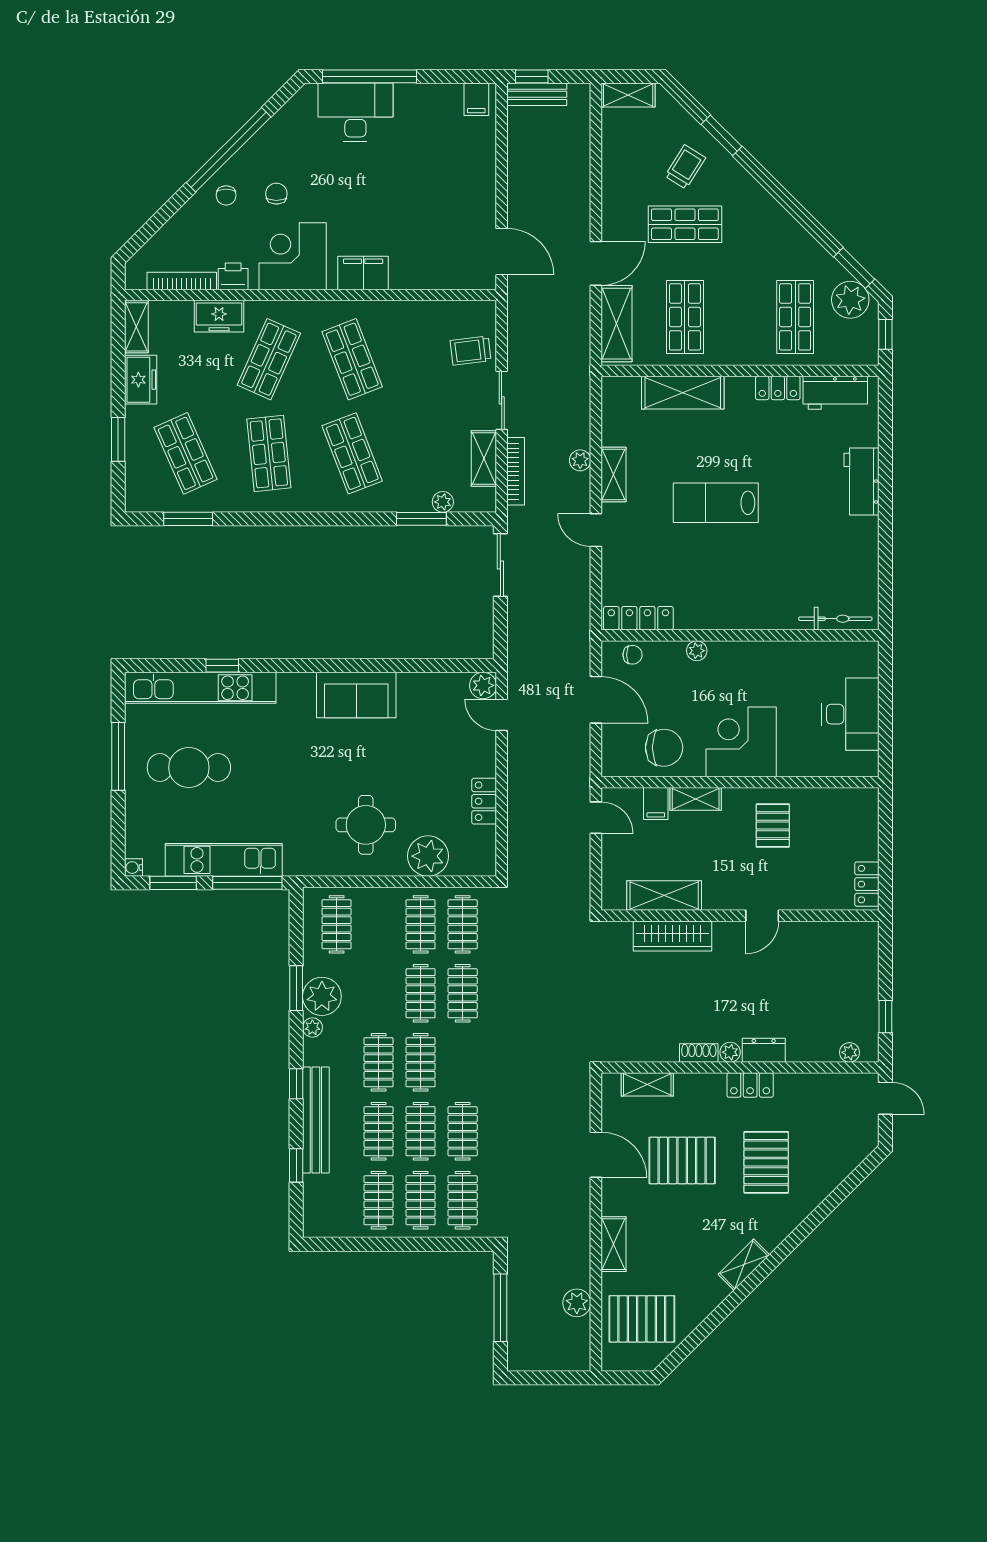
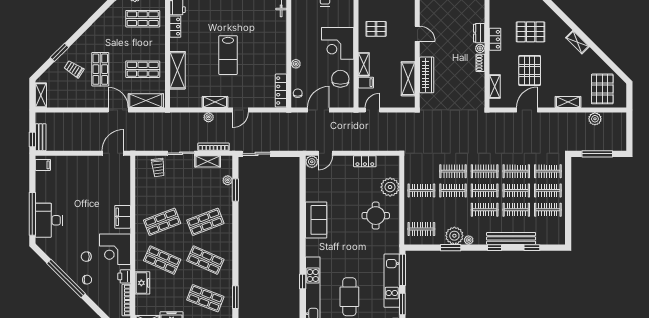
shop shelf: (186, 453) -> (205, 298), turned 45
shop shelf: (269, 453) -> (205, 260), turned 30
clothes rail: (463, 924) -> (485, 171), moved

